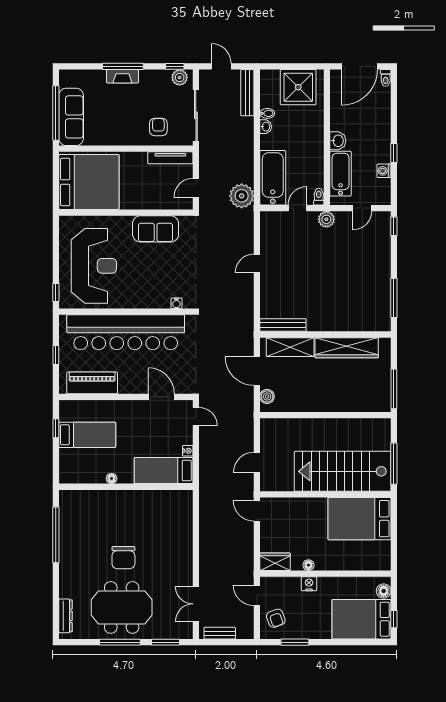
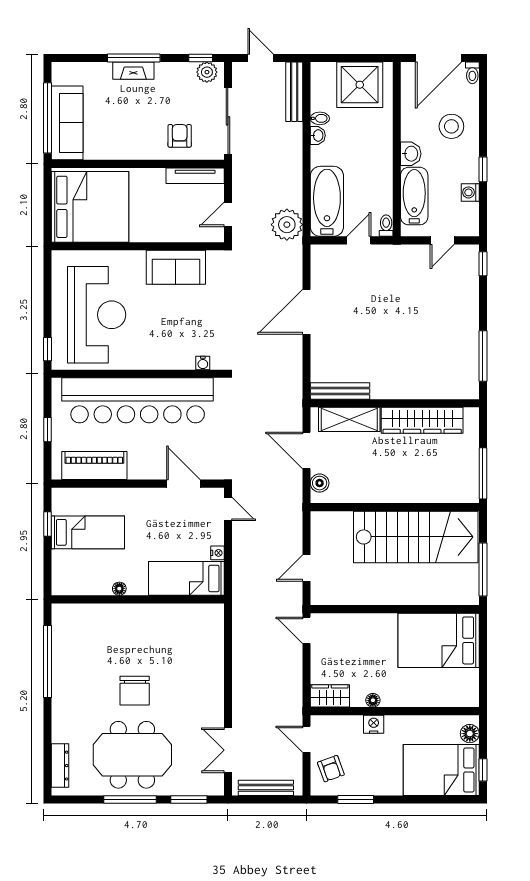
stool: (369, 120) -> (451, 126), added
plant: (326, 219) -> (396, 255), removed
door: (257, 263) -> (306, 312), width x1.88
stairs: (343, 471) -> (416, 537), moved, turned 180
bench: (220, 633) -> (266, 788), width x1.36

